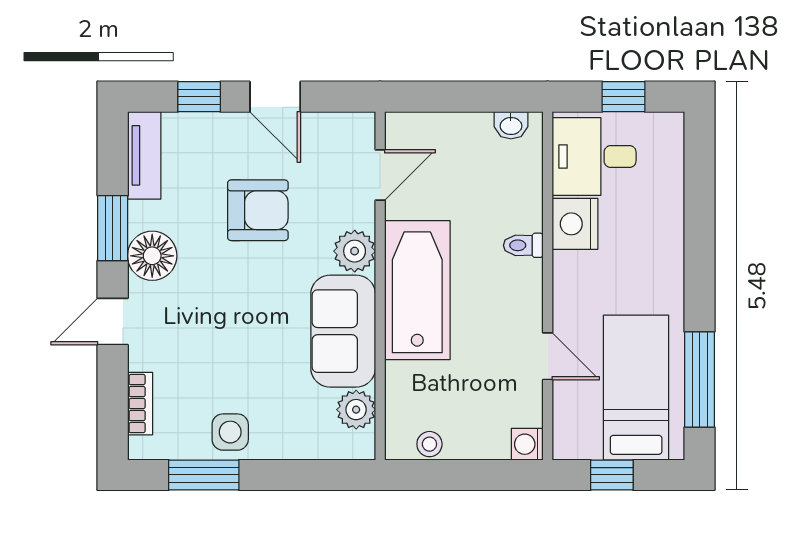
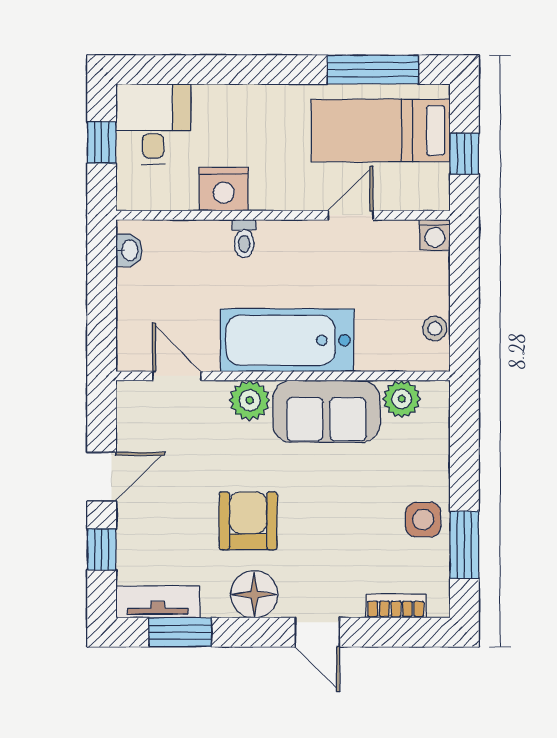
desk: (594, 157) -> (153, 124), moved, turned 180
armchair: (258, 210) -> (248, 521), moved
window: (113, 228) -> (180, 632), moved

